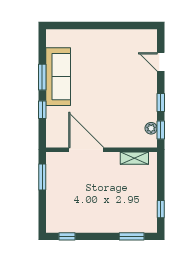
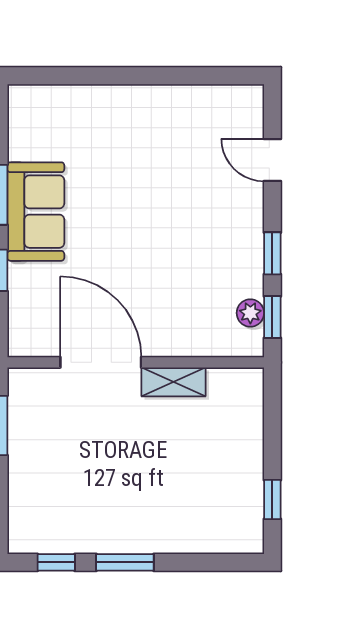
sofa: (58, 77) -> (36, 212), width x0.73
shelving: (134, 158) -> (174, 382), moved
window: (132, 236) -> (125, 562), moved

